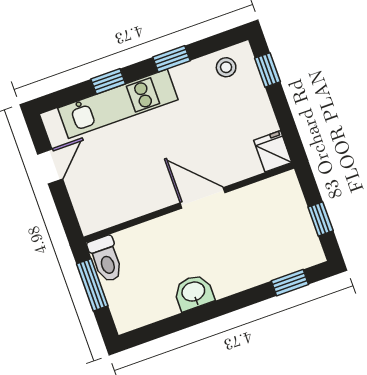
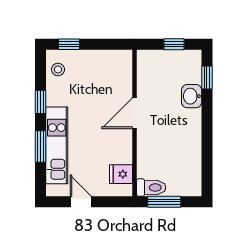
window: (108, 81) -> (41, 146), width x1.50
fridge: (273, 151) -> (121, 174), moved
washbasin: (194, 292) -> (192, 96), moved

